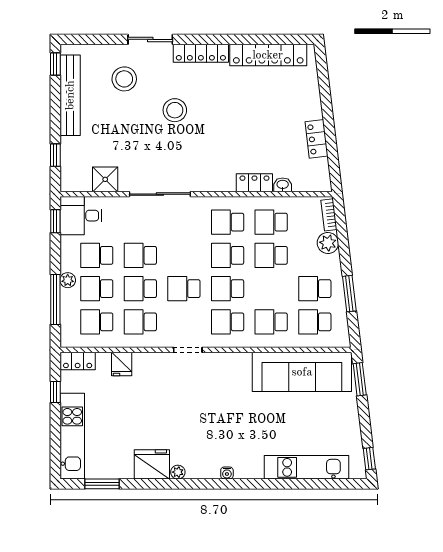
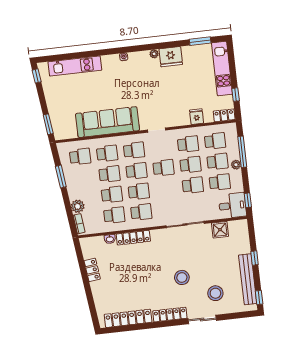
window: (55, 155) -> (254, 258), moved
locker: (254, 183) -> (133, 238), width x1.53
school desk: (315, 289) -> (109, 174), moved
sofa: (302, 372) -> (107, 122), moved

